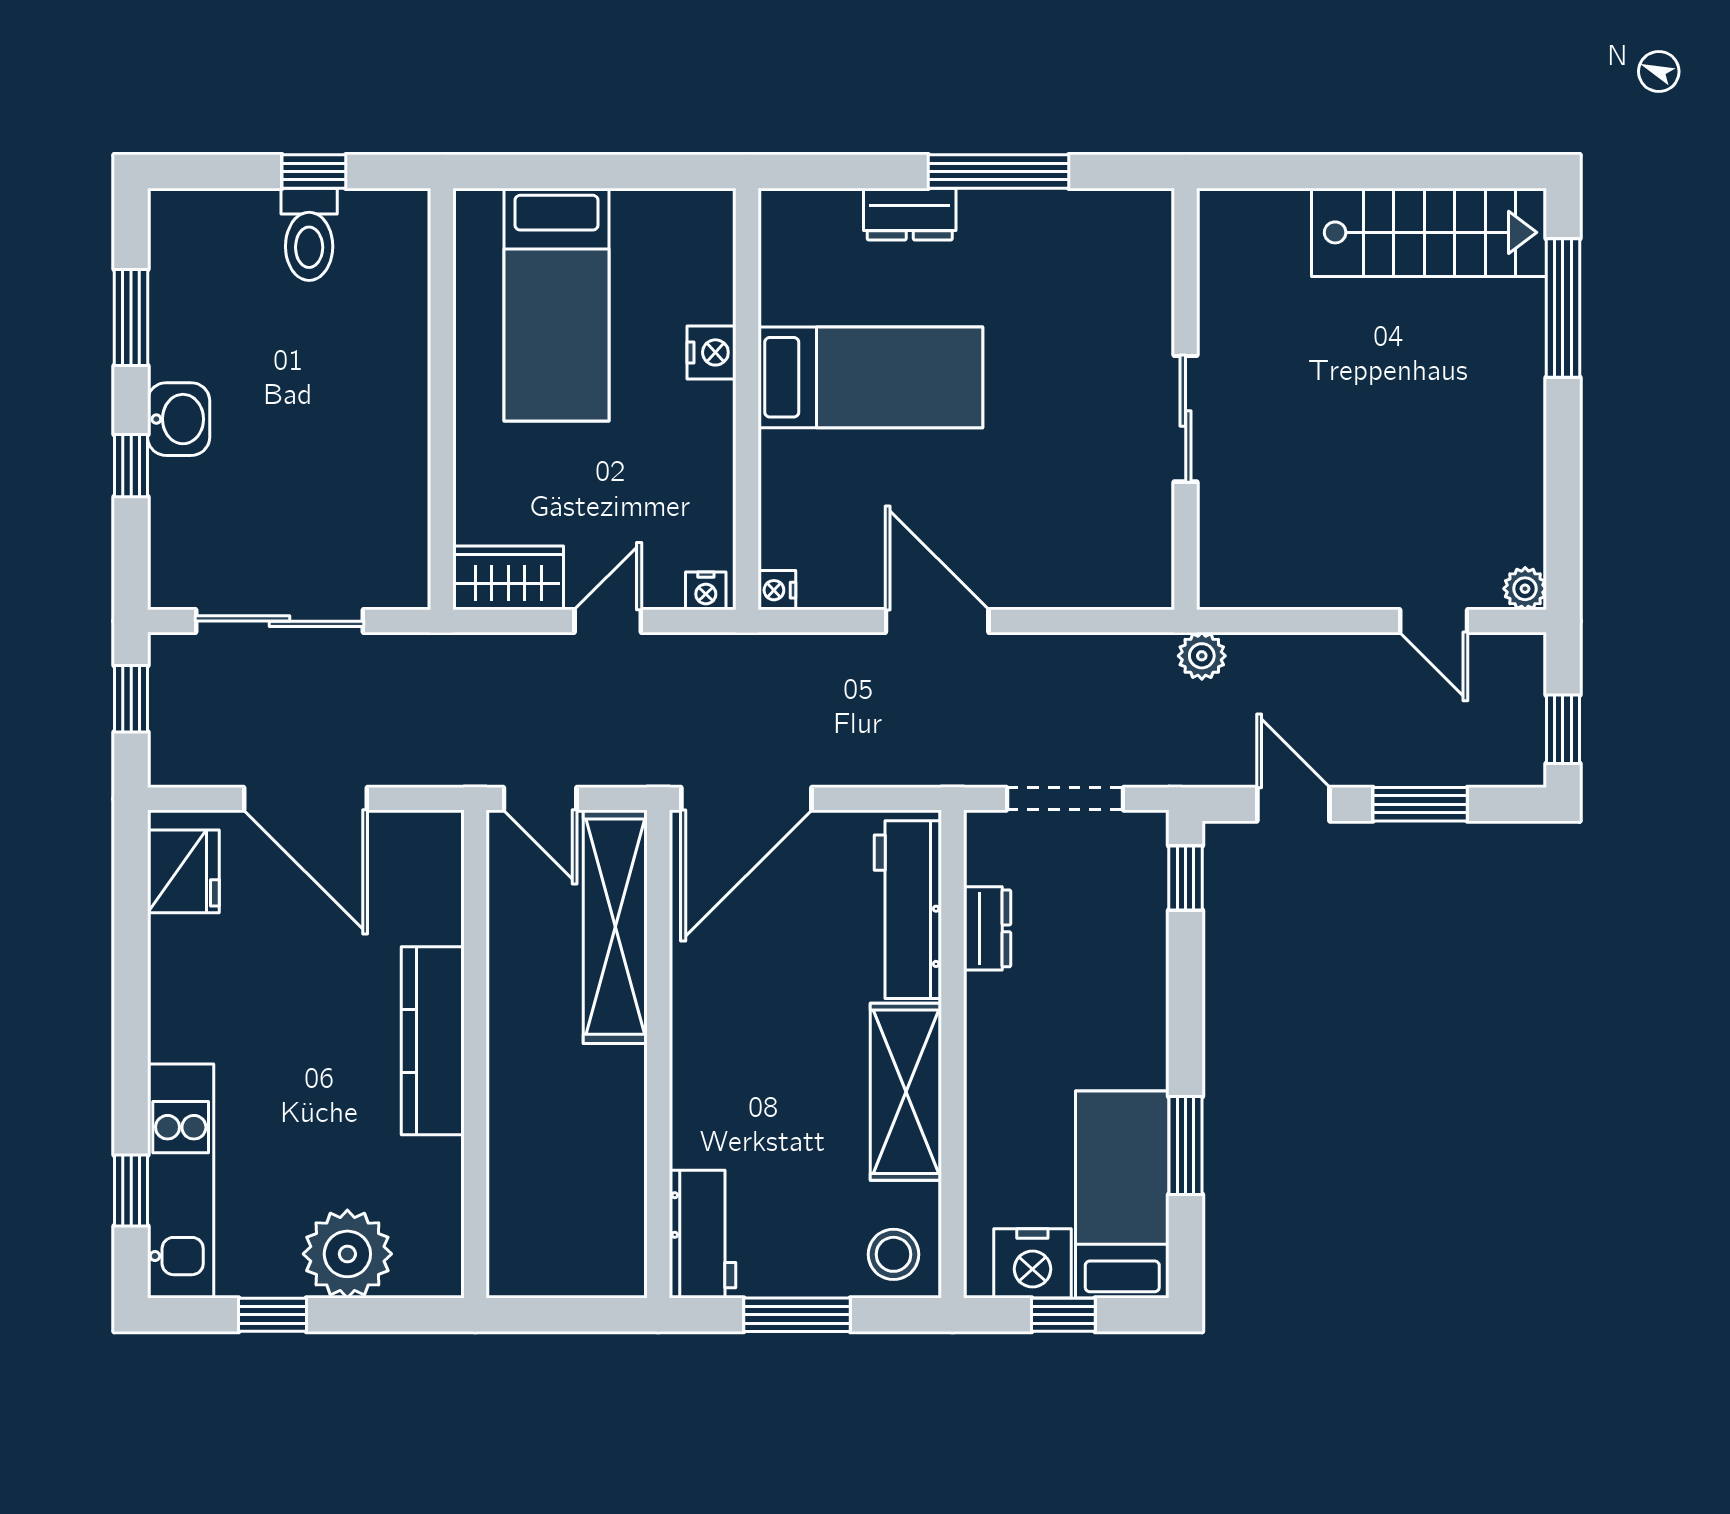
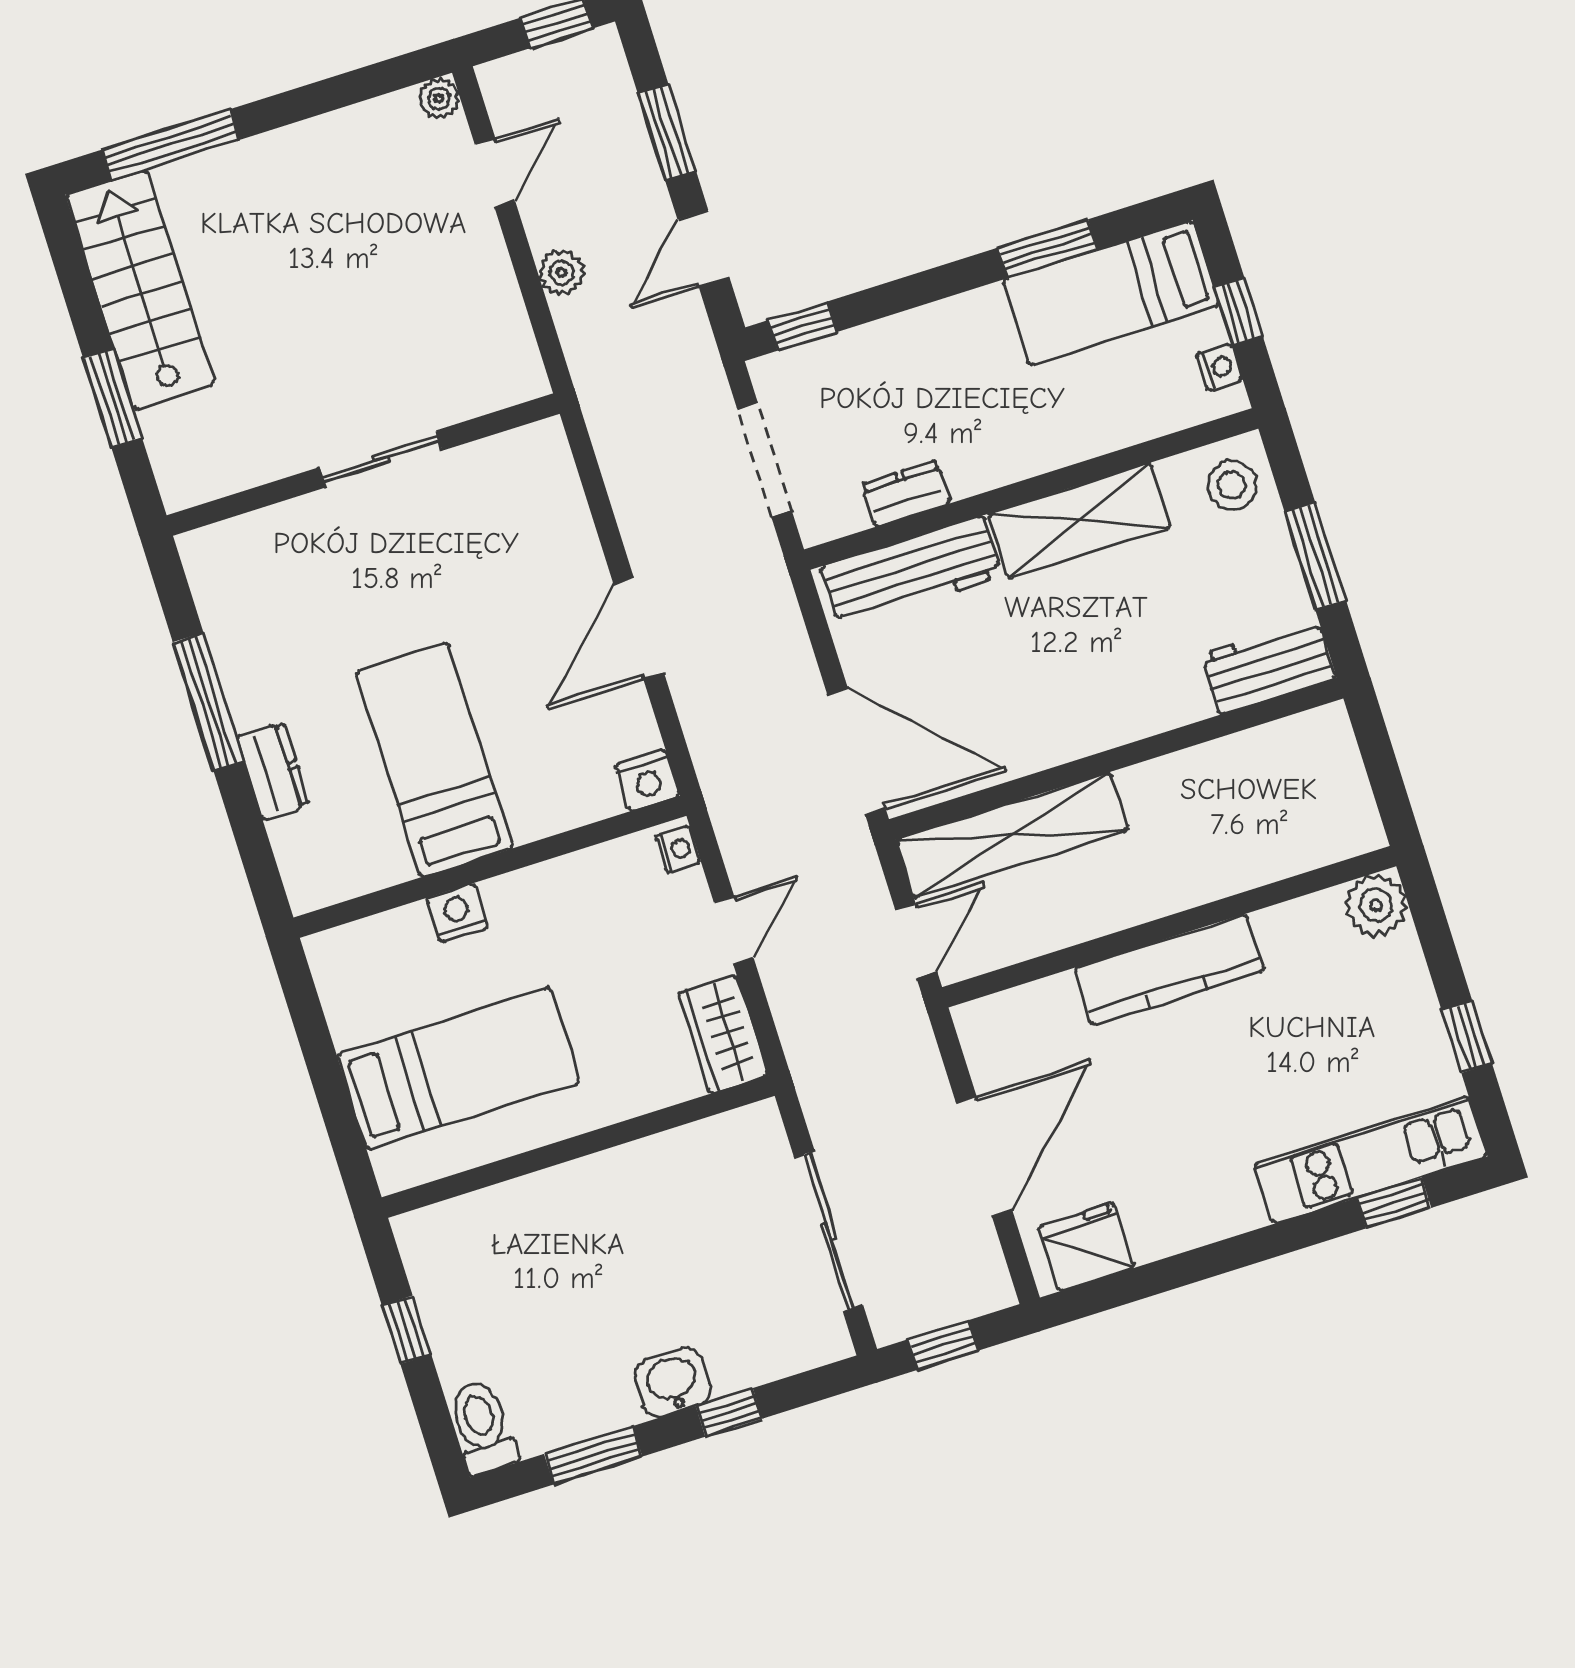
window: (1330, 172) -> (113, 398), added
toilet: (309, 234) -> (482, 1427), moved, turned -90
nightstand: (777, 590) -> (647, 780), width x1.39, depth x1.35
door: (608, 621) -> (734, 930), swing flipped
plant: (1202, 656) -> (561, 273), moved
plant: (347, 1254) -> (1376, 905), moved, width x0.73, depth x0.73
nightstand: (1032, 1263) -> (1219, 367), width x0.53, depth x0.56

